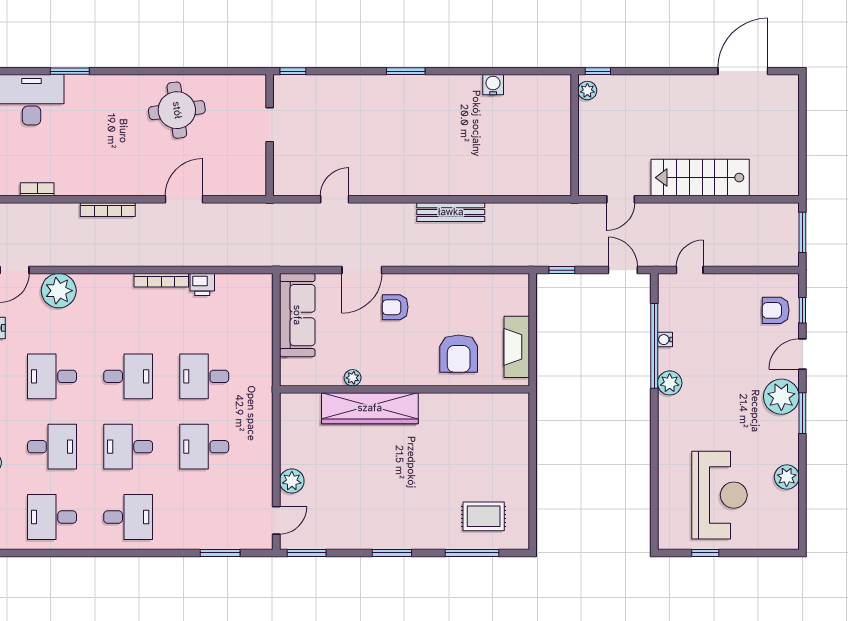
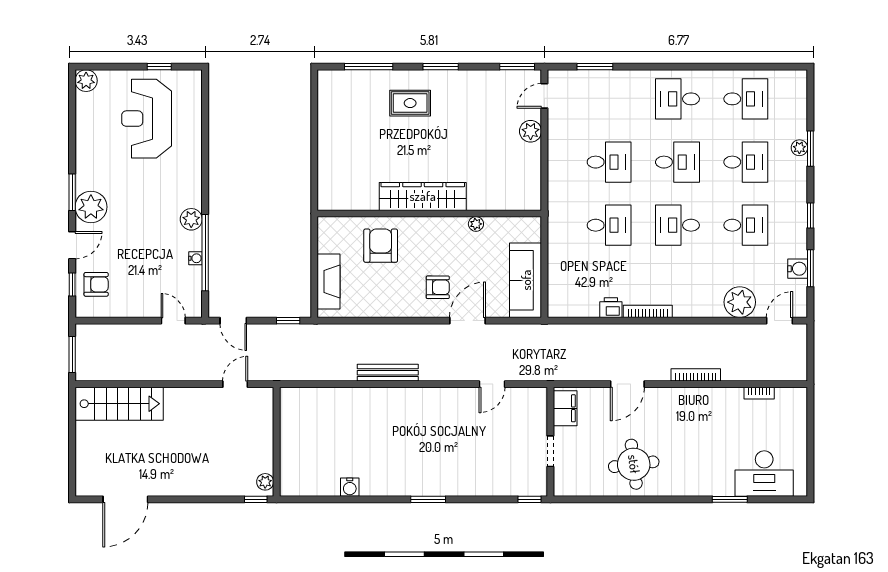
filing cabinet: (253, 172) -> (565, 408), added
stairs: (700, 178) -> (119, 404), moved
door: (690, 270) -> (173, 321), swing flipped
fireplace: (517, 347) -> (329, 281), moved
wardrobe: (370, 408) -> (423, 196), moved
desk: (52, 447) -> (746, 162), turned 180
plant: (787, 477) -> (86, 81), moved
rug: (484, 516) -> (410, 103), moved

